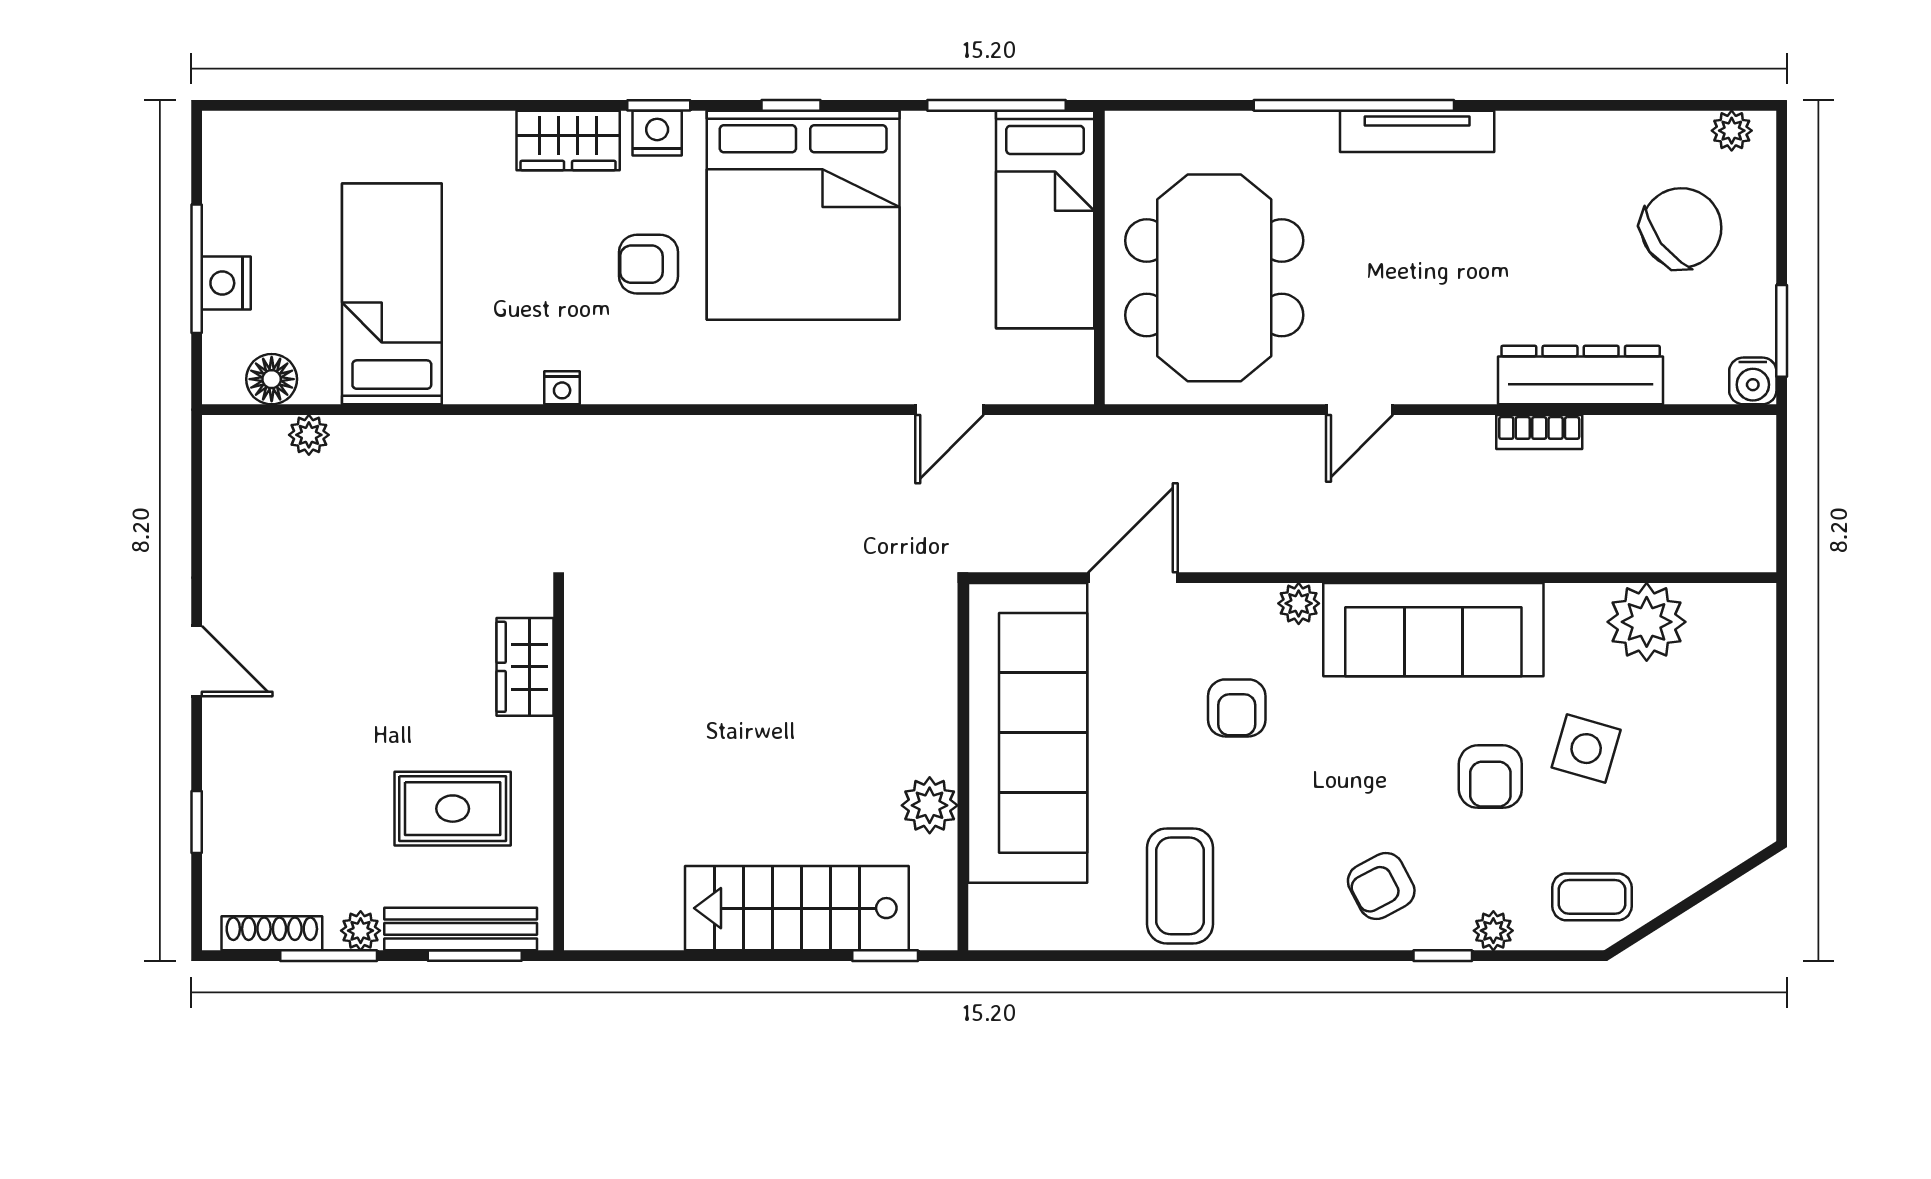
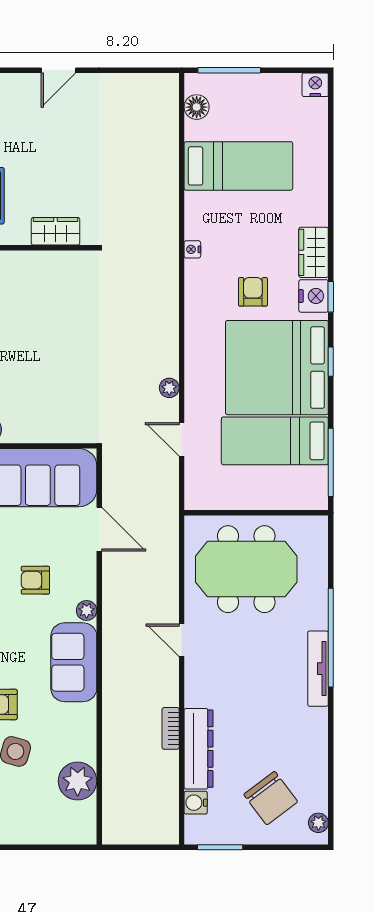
nightstand: (657, 133) -> (314, 296), width x1.36, depth x1.33
bed: (1045, 219) -> (275, 441), moved
window: (197, 269) -> (229, 70), moved
nightstand: (226, 283) -> (315, 85), moved
water cooler: (1753, 381) -> (196, 803), moved
plant: (309, 435) -> (169, 388), moved
sofa: (1433, 630) -> (74, 662), width x0.73

